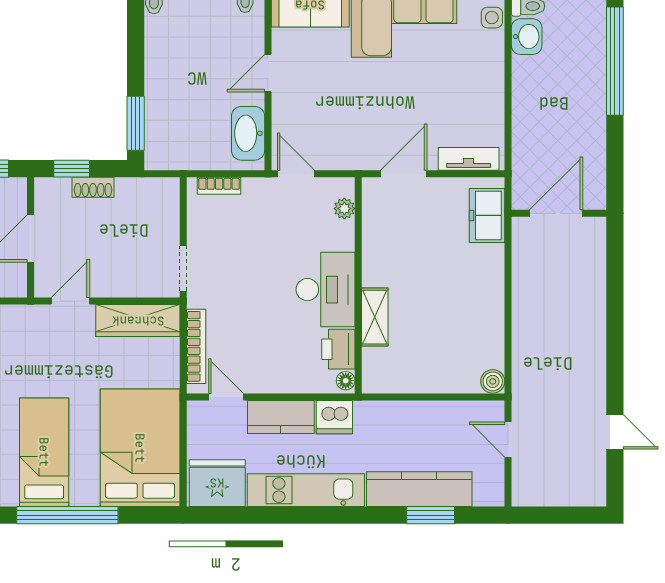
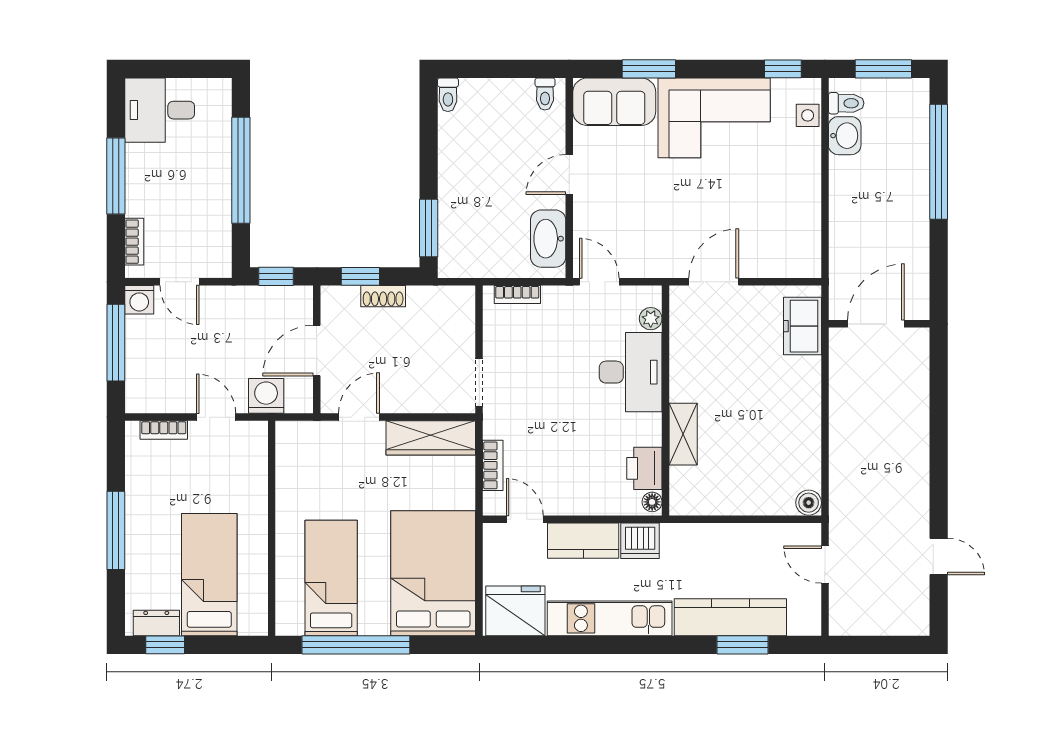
tv unit: (469, 159) -> (783, 266), removed
desk: (326, 290) -> (631, 372), moved
bookcase: (196, 346) -> (493, 465), width x0.64

